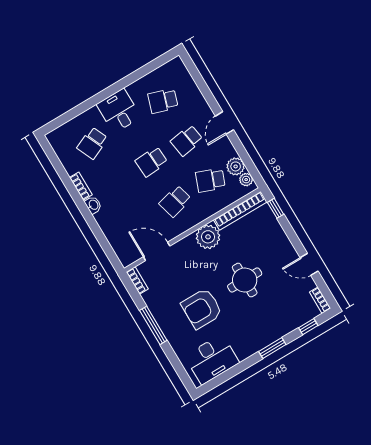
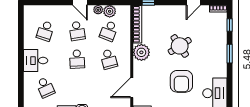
plant: (246, 180) -> (98, 10), moved
round table: (245, 280) -> (180, 46), turned -33

